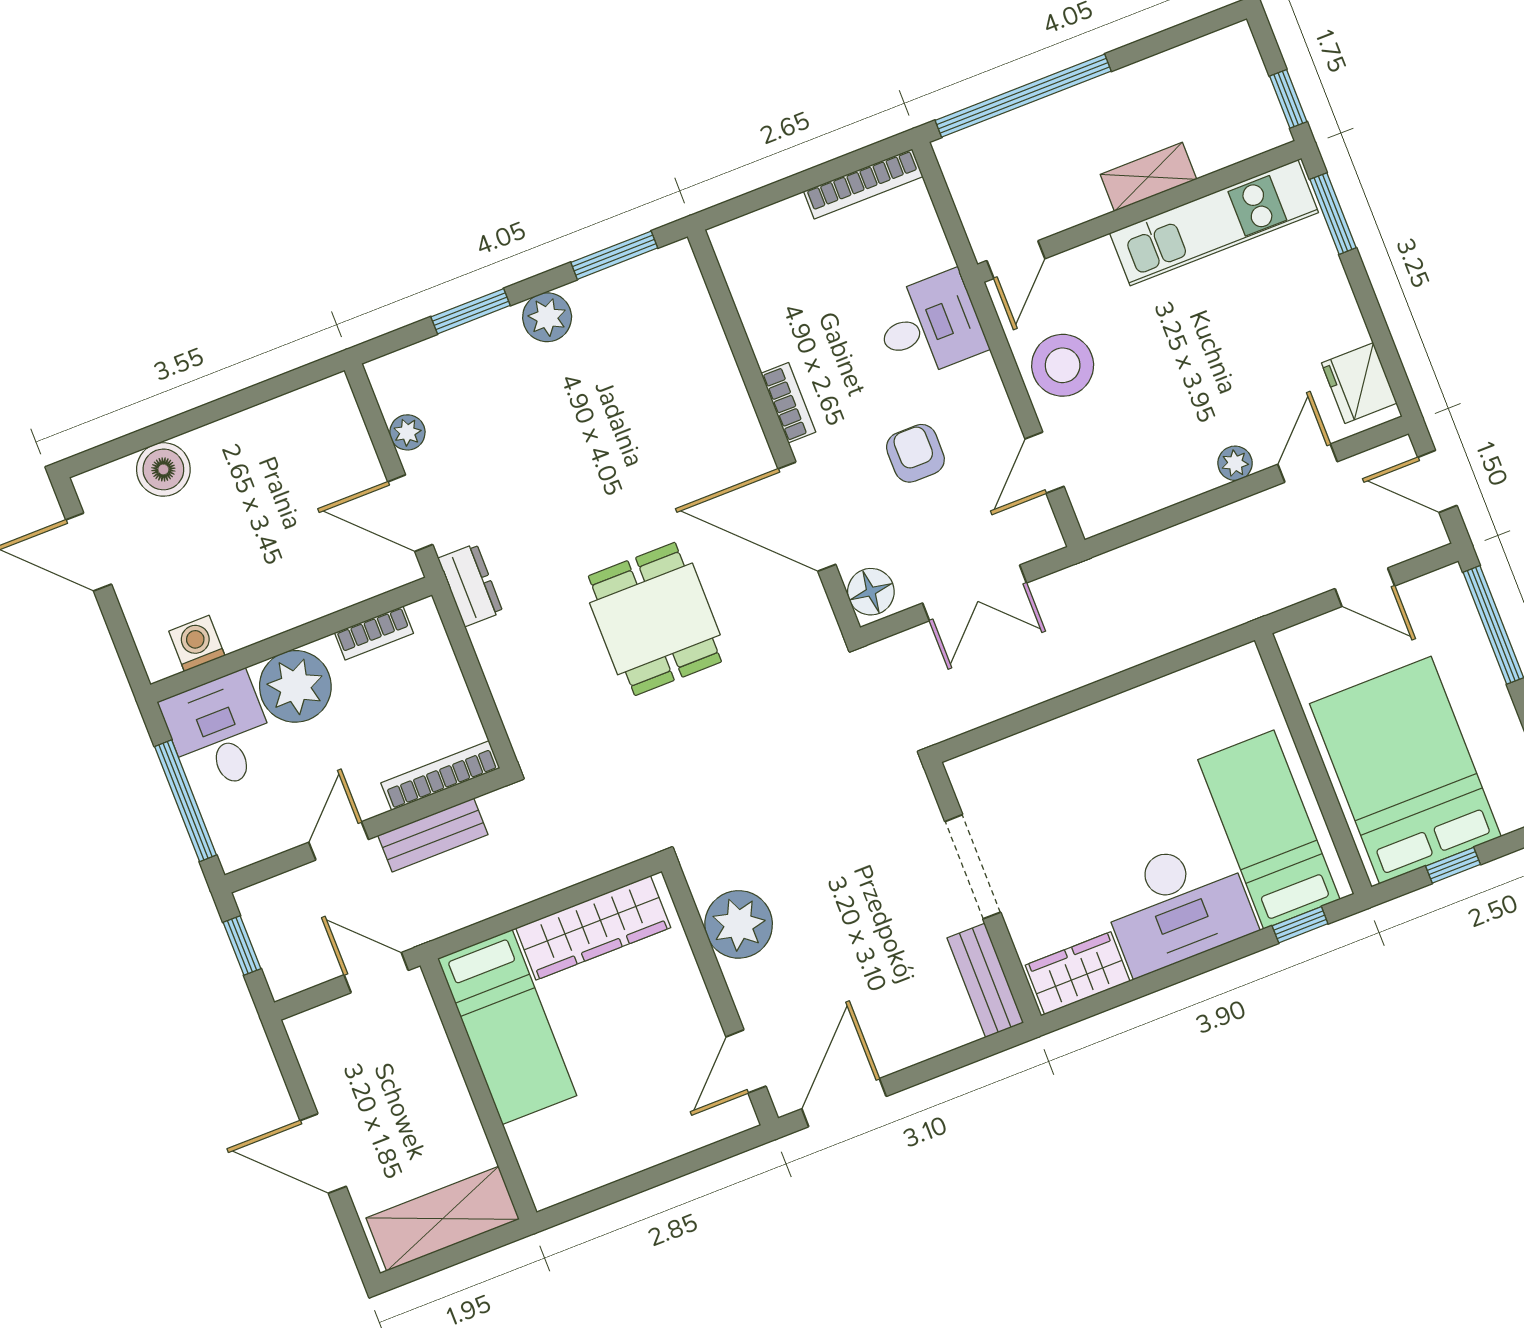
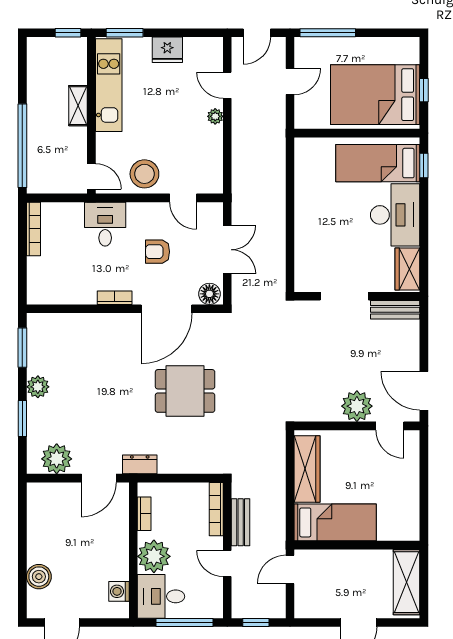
fridge: (1359, 383) -> (167, 50), moved
plant: (407, 432) -> (57, 459), width x1.87, depth x1.87
plant: (739, 924) -> (357, 406), moved

